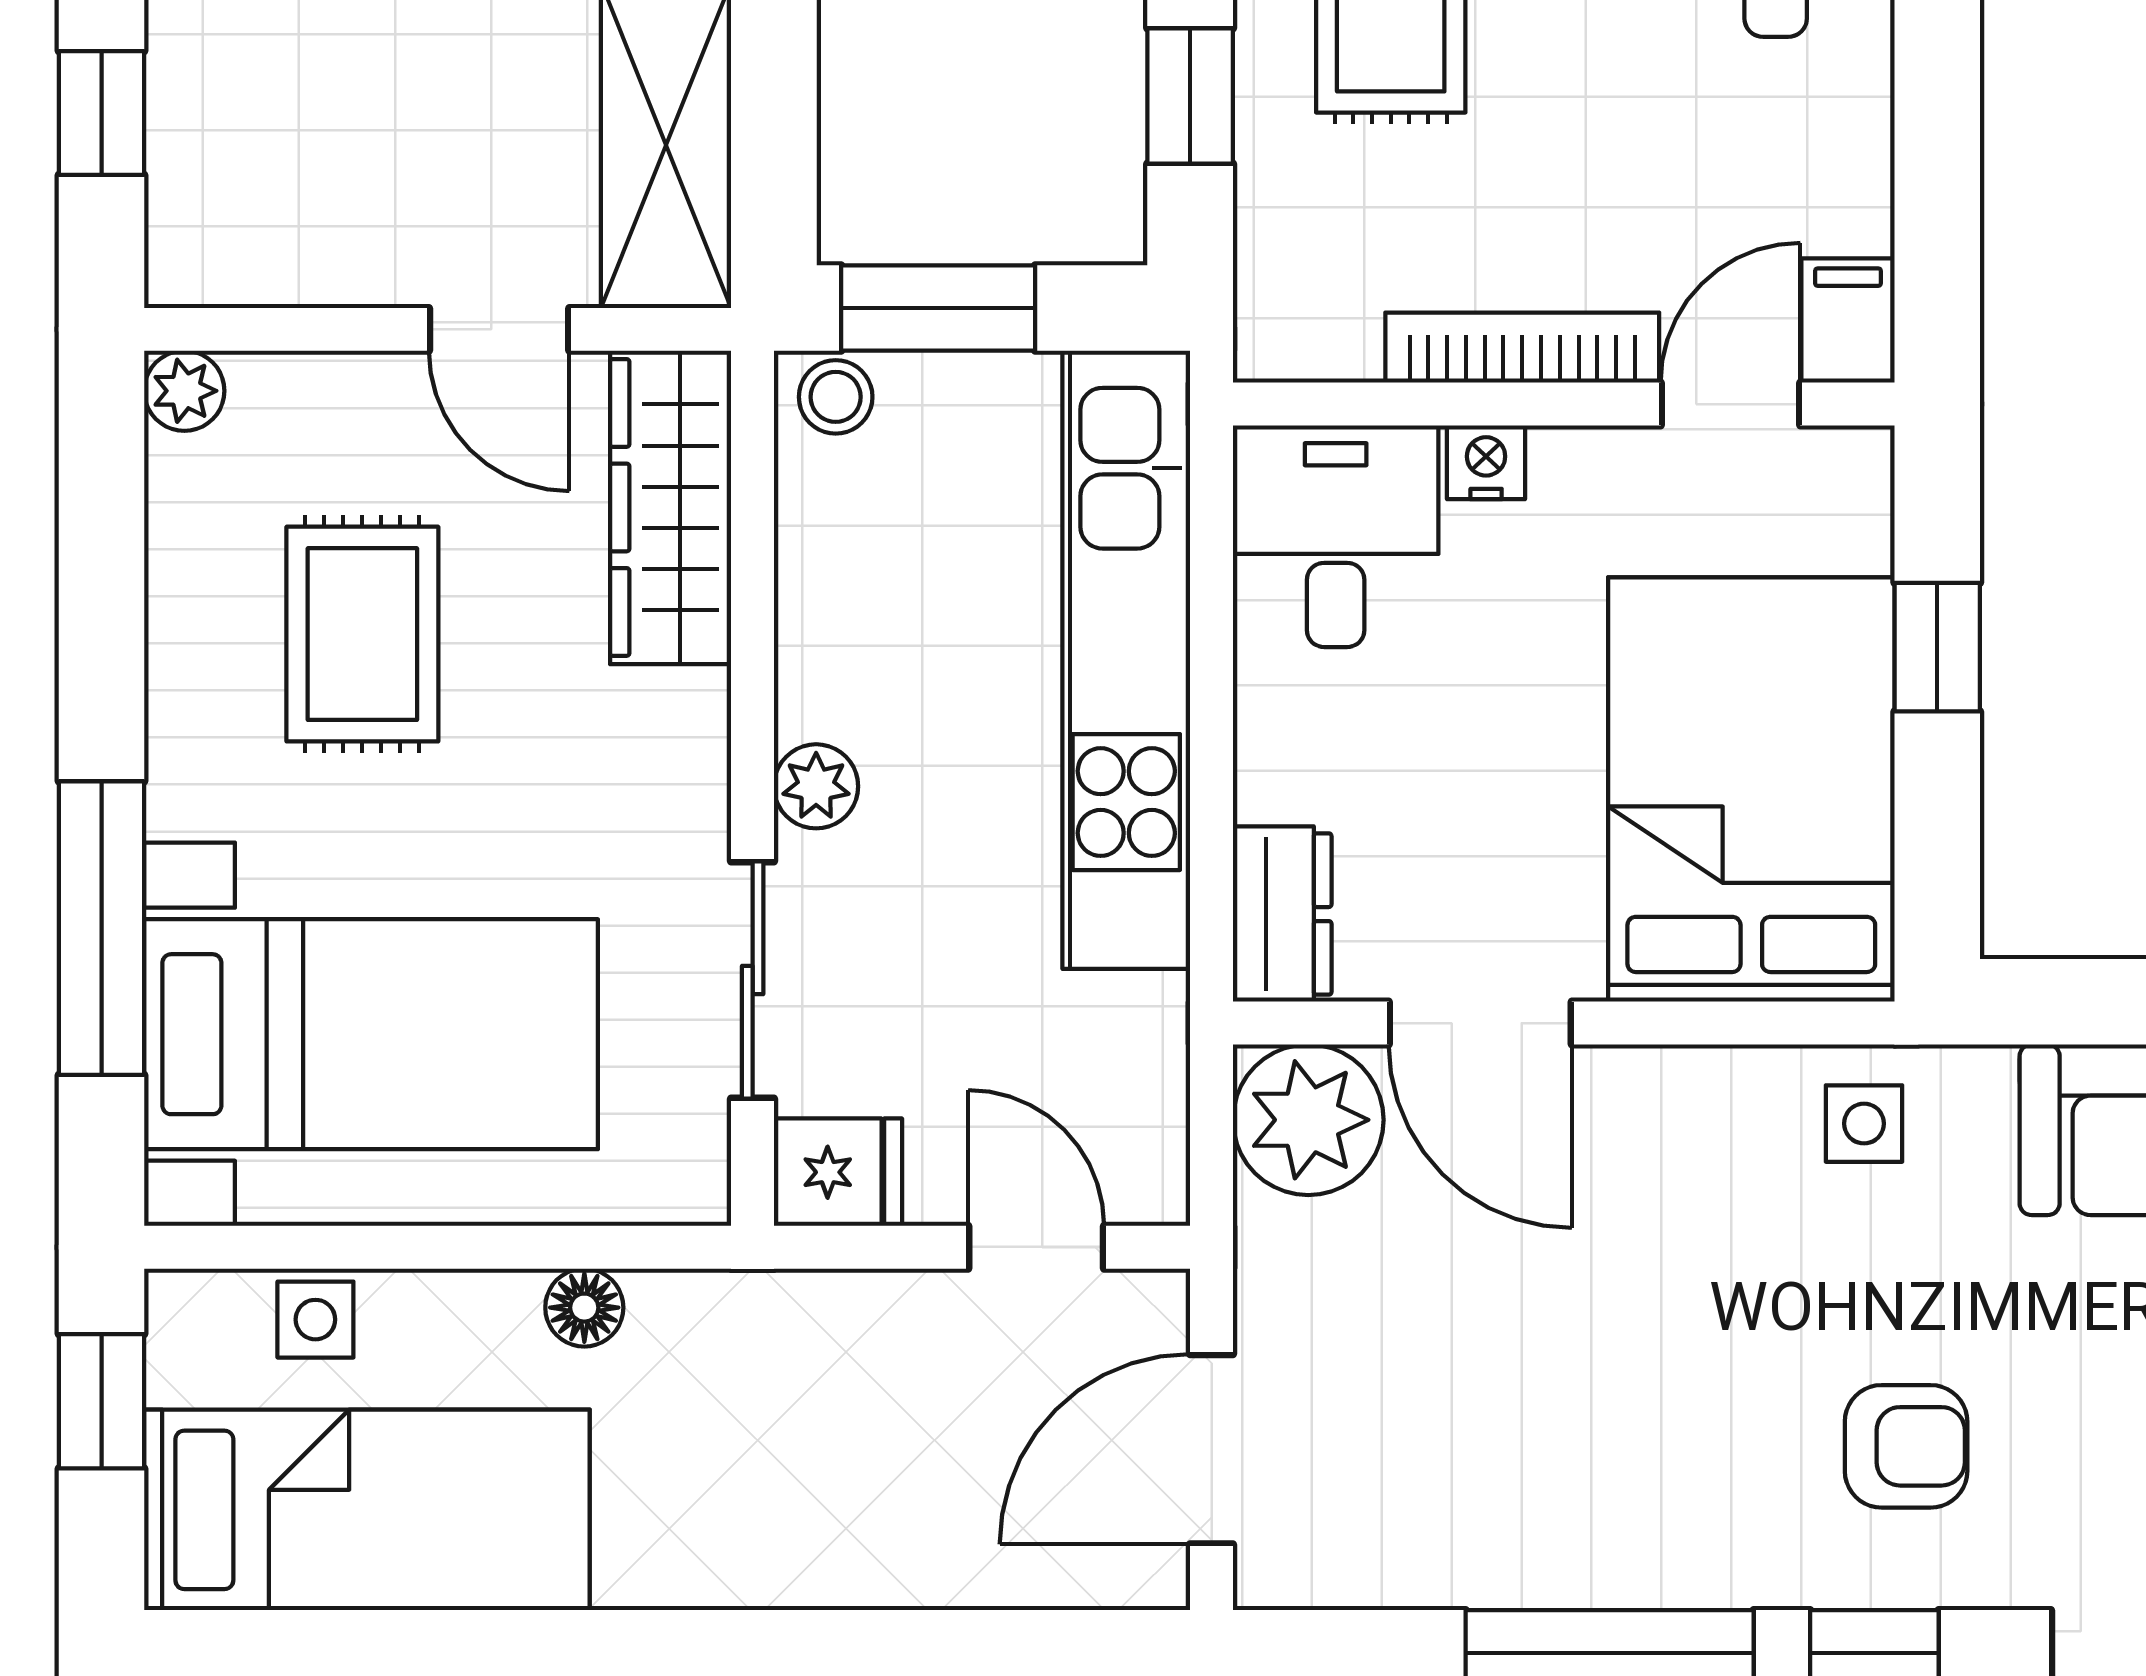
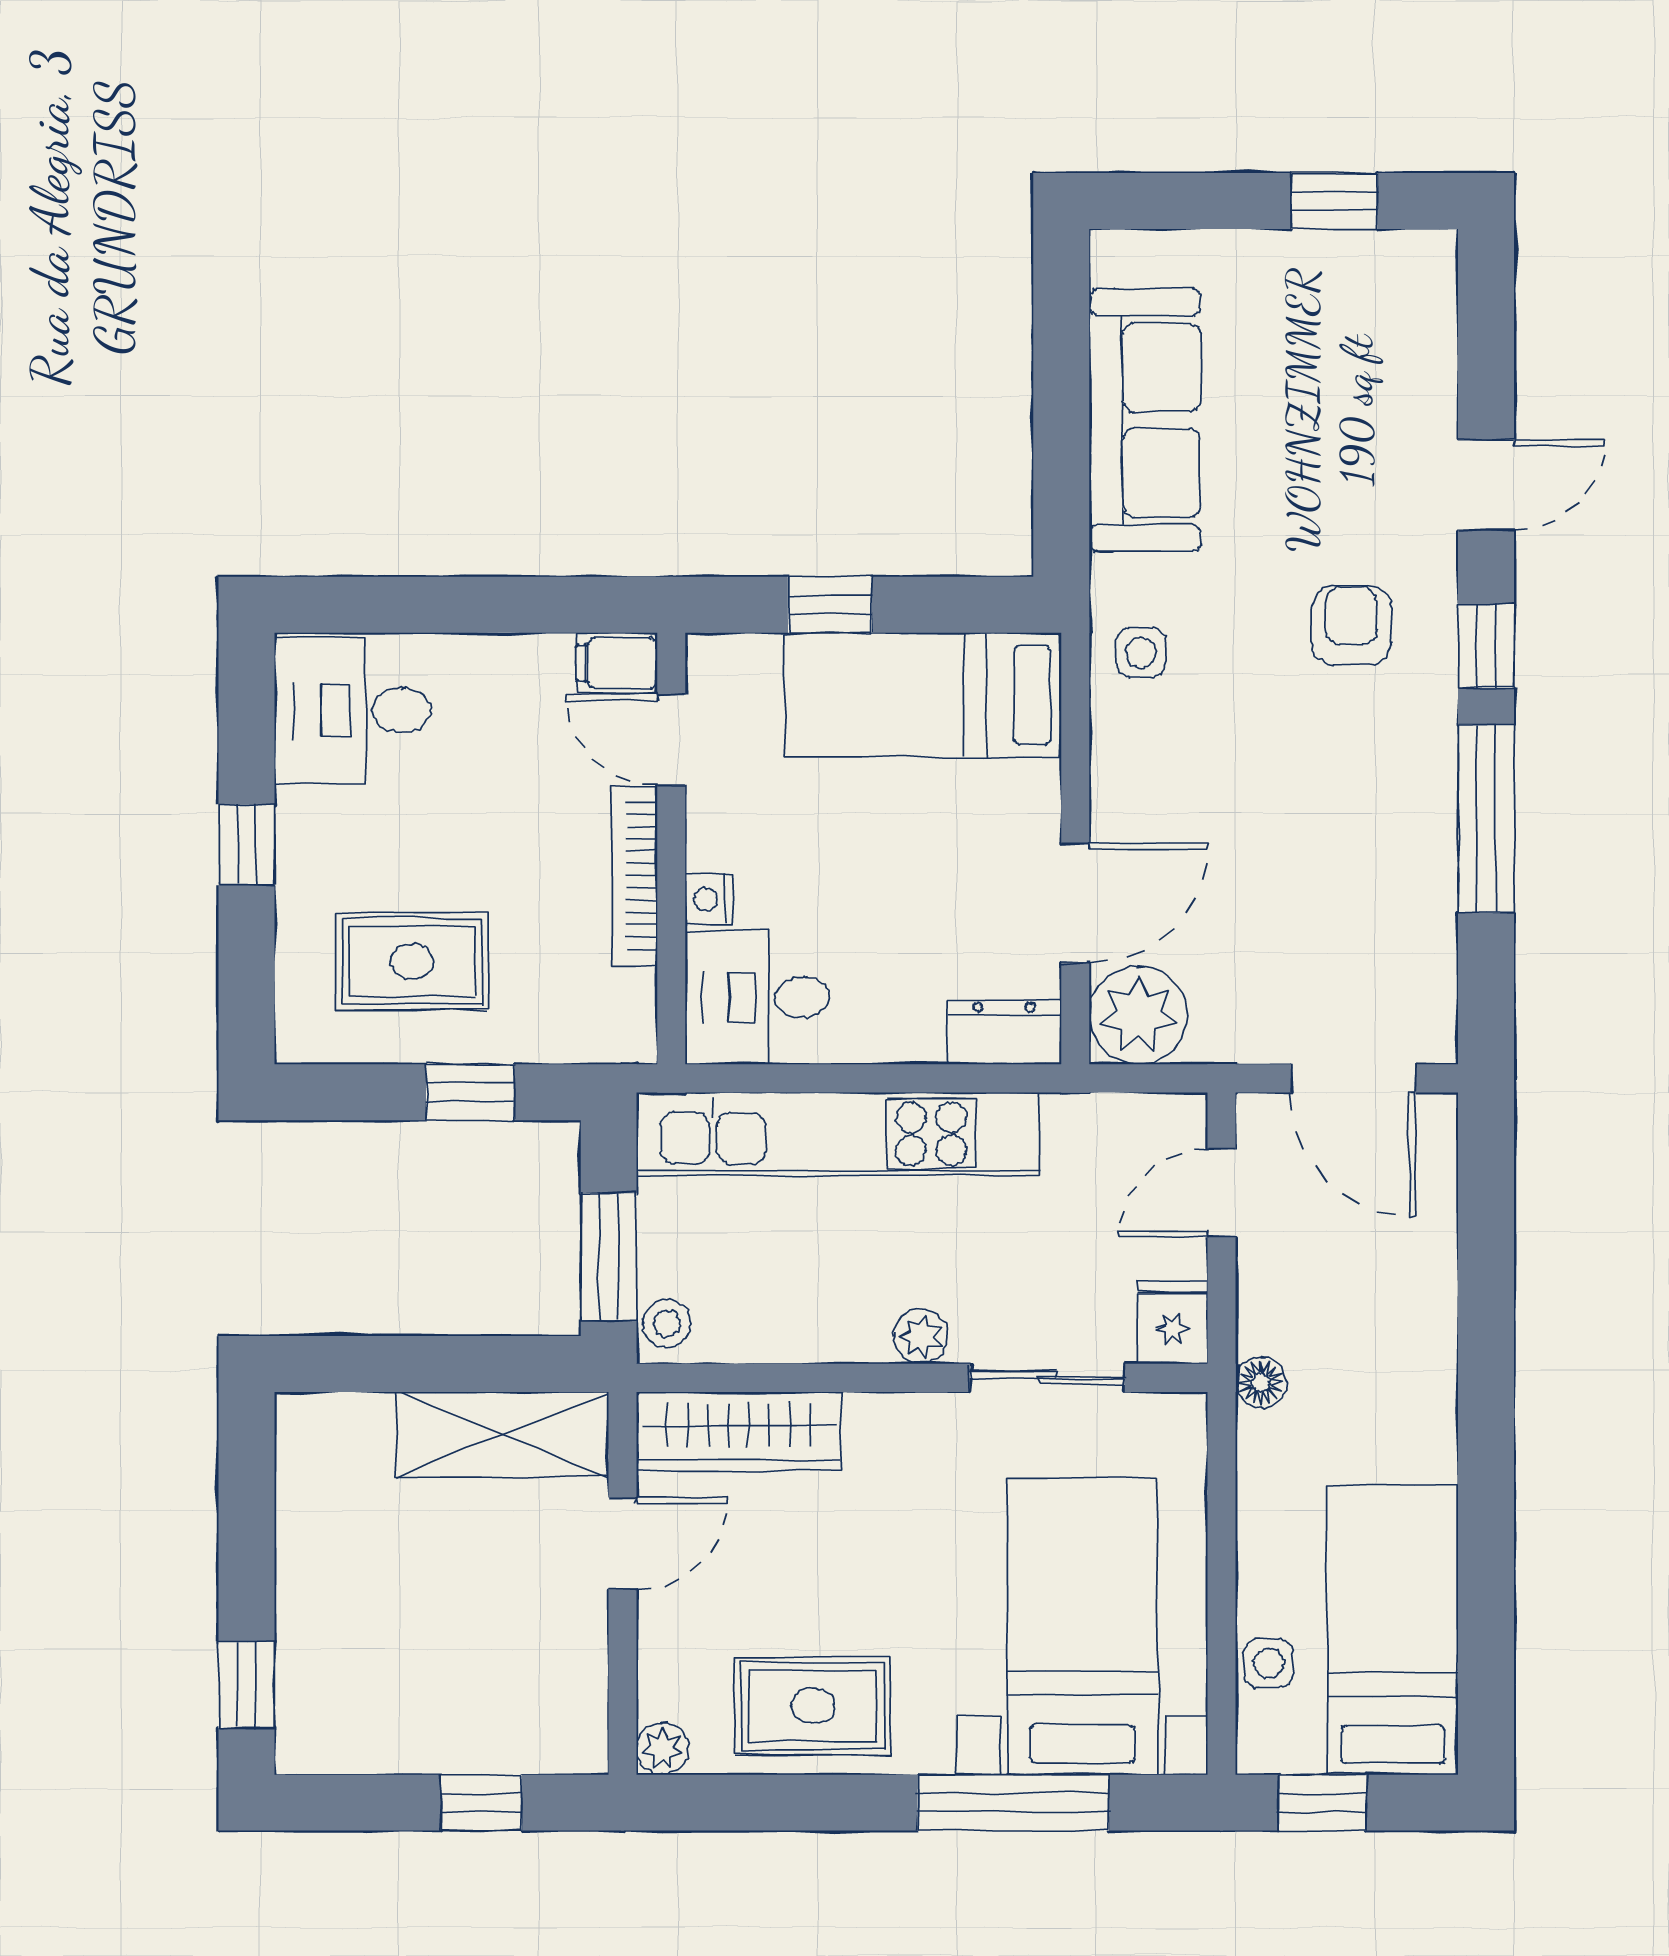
rug: (362, 634) -> (813, 1706), moved
bed: (1751, 790) -> (923, 695), width x0.67
floor lamp: (584, 1308) -> (1261, 1382), moved

